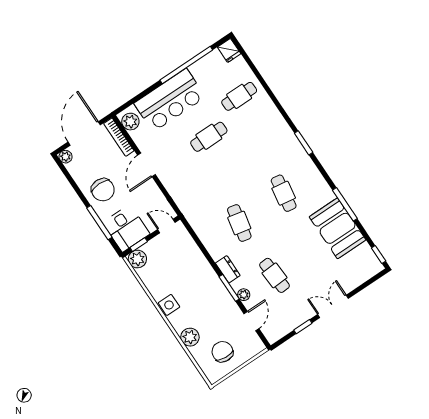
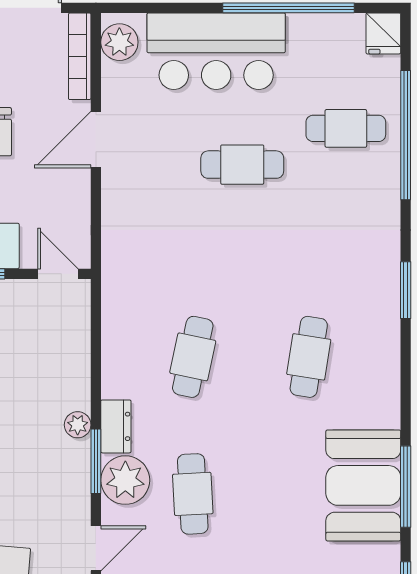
window: (264, 84) -> (406, 135), added
window: (345, 204) -> (406, 487), moved
plant: (213, 279) -> (78, 425), added
plant: (244, 295) -> (125, 480), width x1.87, depth x1.87

